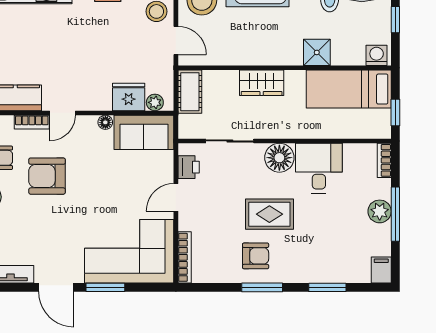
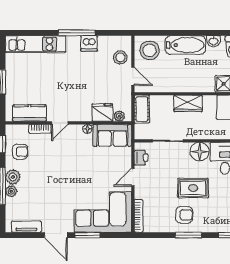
armchair: (47, 176) -> (50, 163), removed

